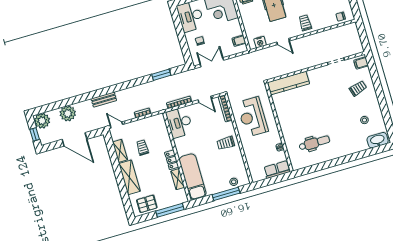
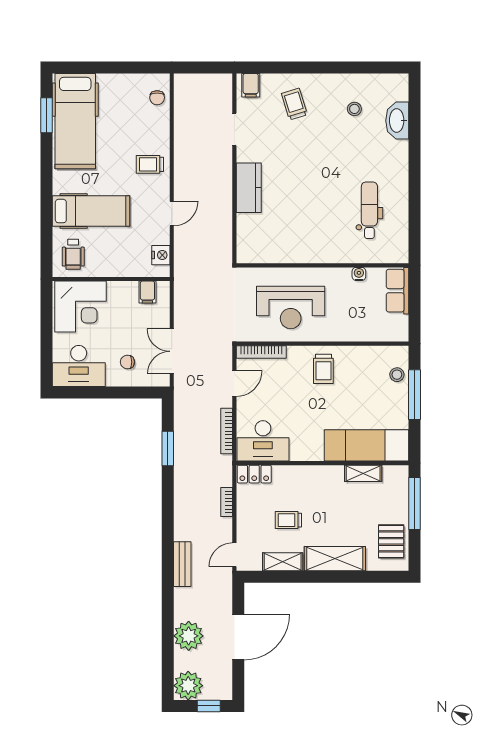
kitchen counter: (289, 83) -> (249, 188), moved, width x0.67
washbasin: (378, 140) -> (397, 121), moved
locker: (172, 160) -> (254, 474), moved

